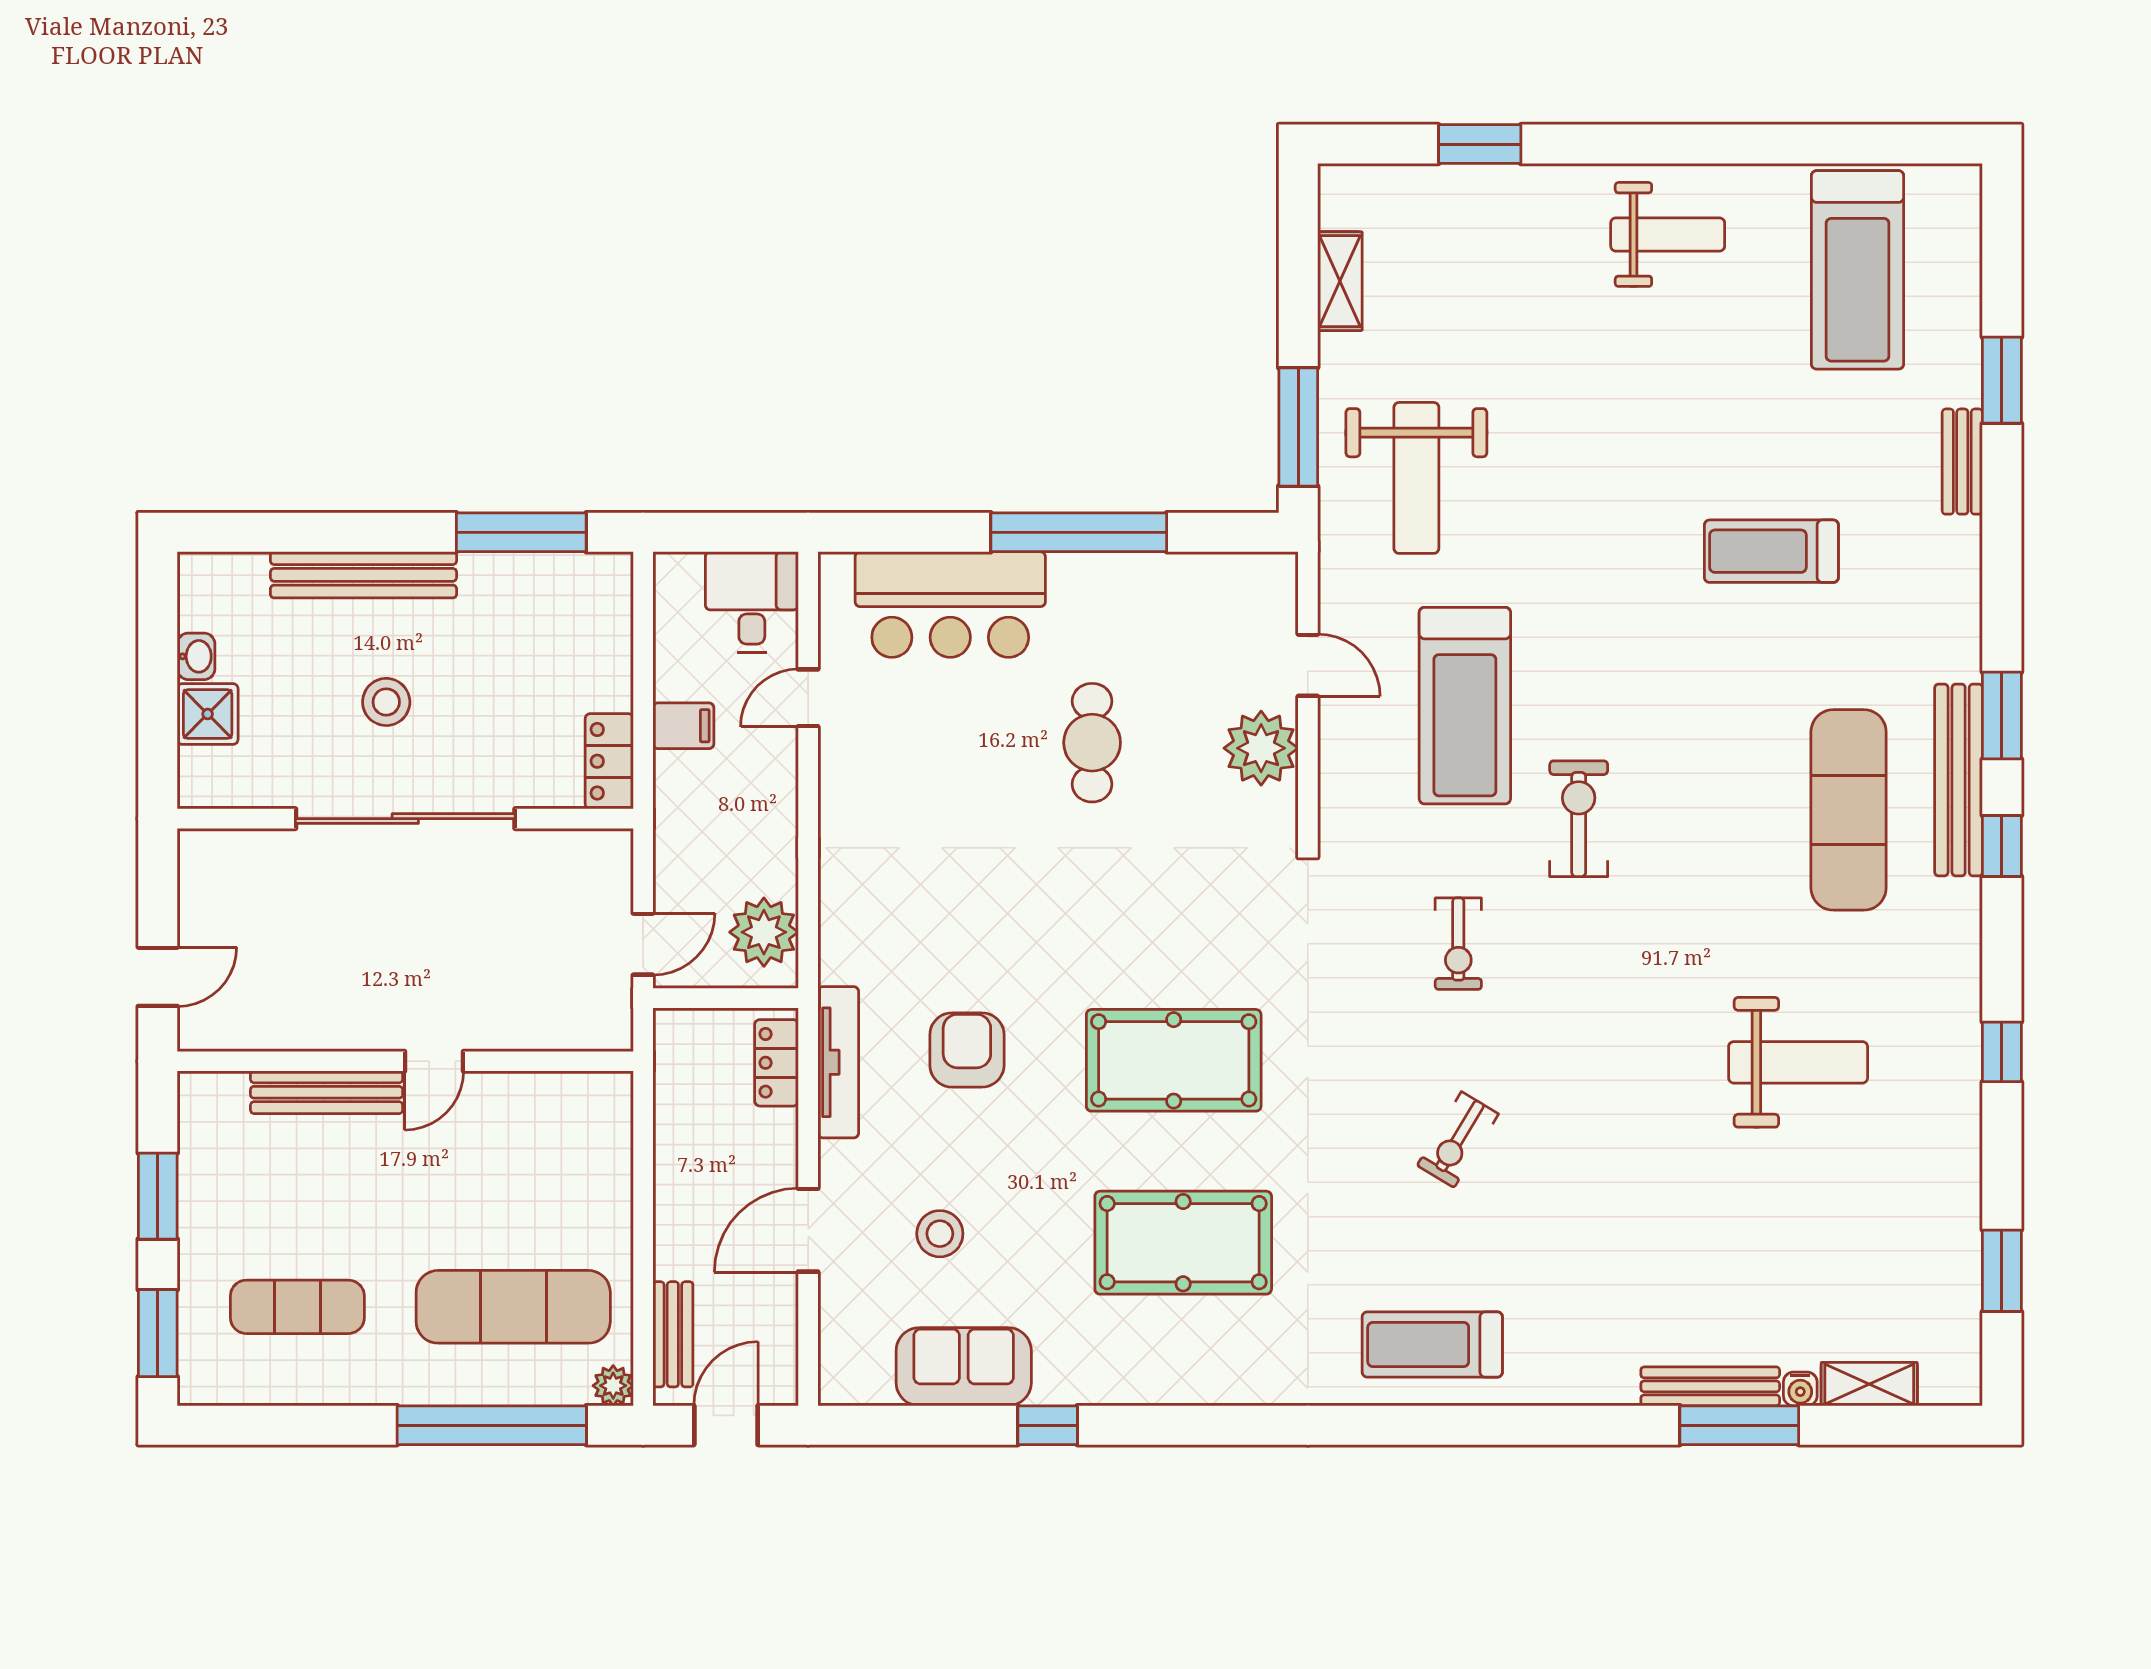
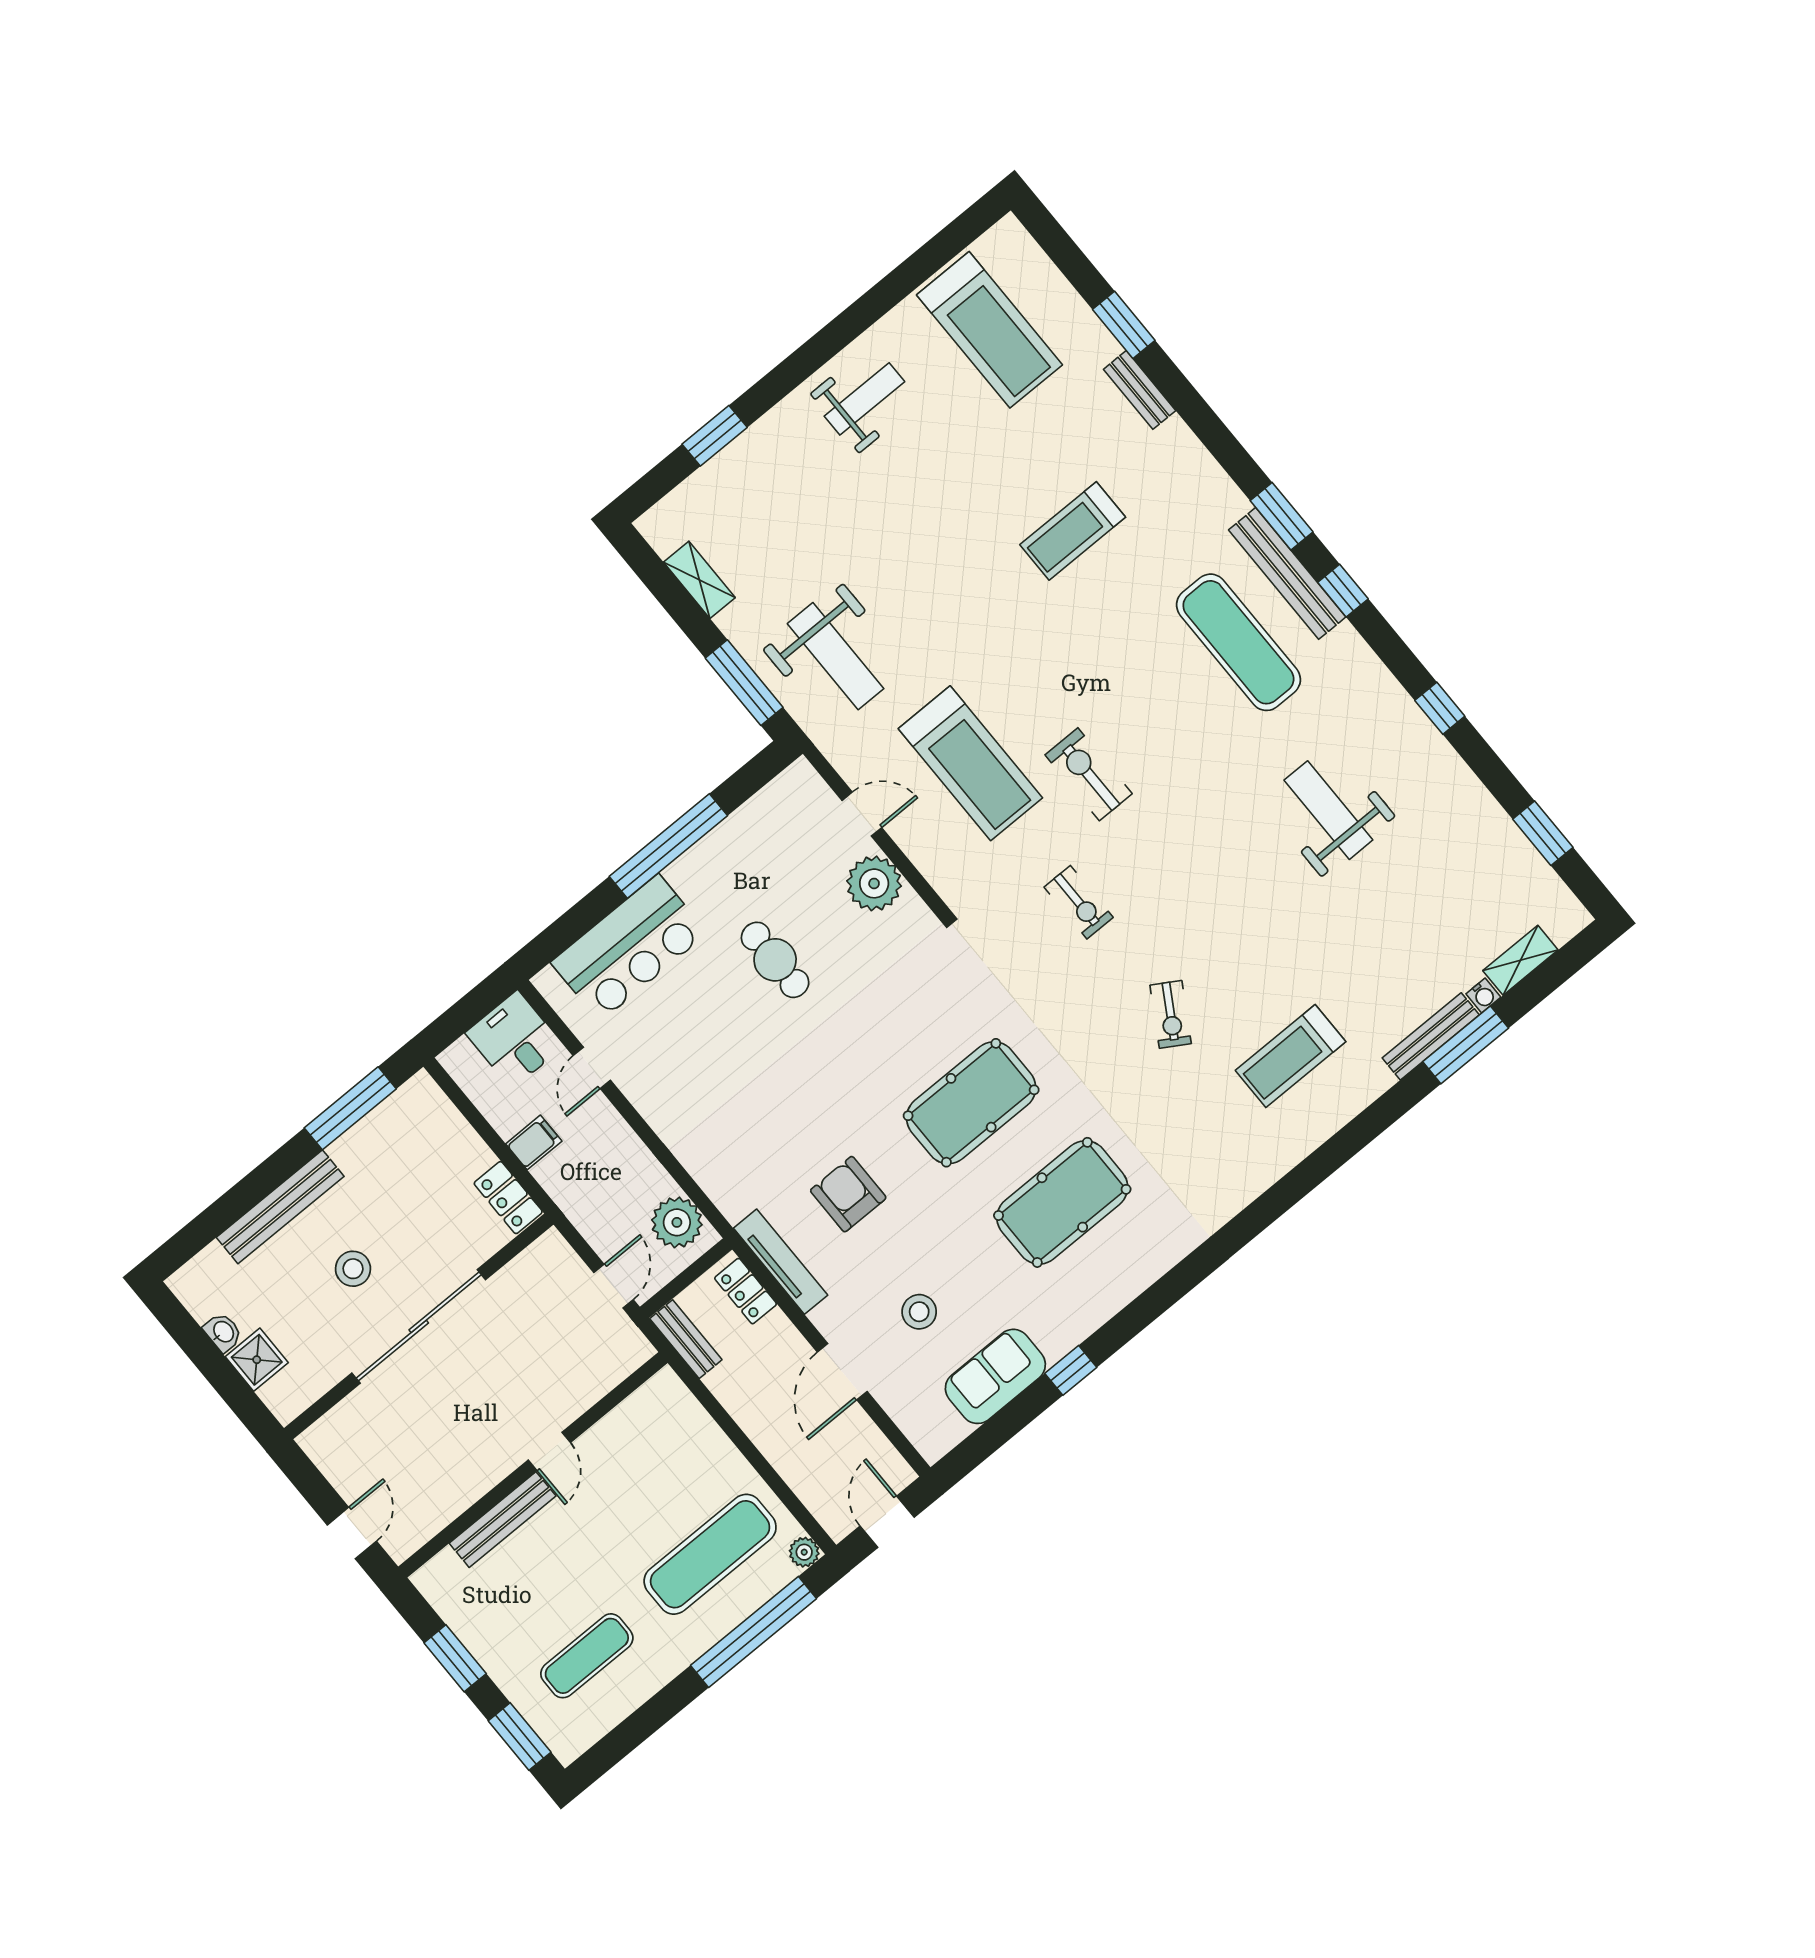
weight bench: (1798, 1062) -> (1328, 810), turned -90
bench: (673, 1334) -> (686, 1339), moved
treadmill: (1432, 1344) -> (1291, 1056), moved

